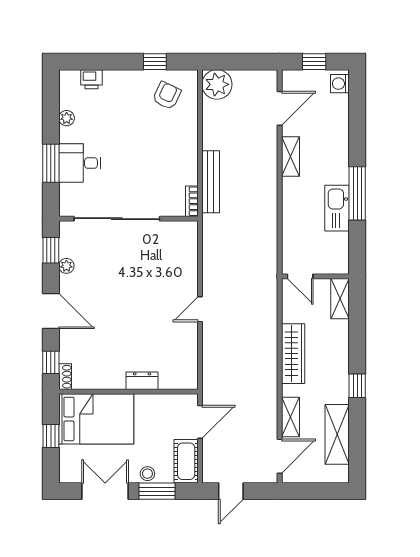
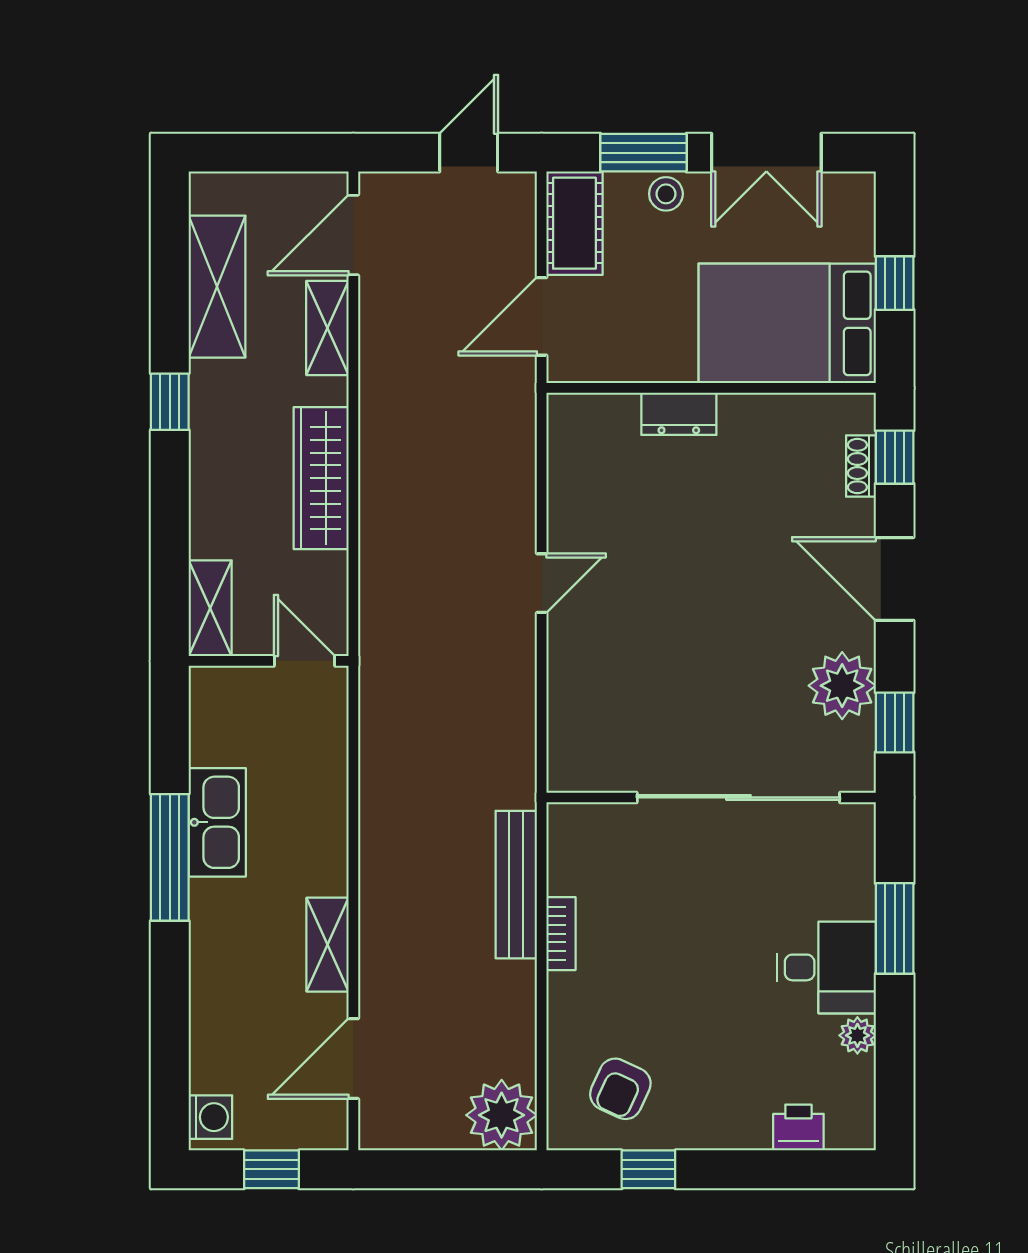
desk: (80, 163) -> (826, 967), moved
bookcase: (192, 201) -> (561, 934), moved
plant: (66, 266) -> (842, 686), width x1.88, depth x1.88
shoe rack: (65, 377) -> (861, 466), moved

